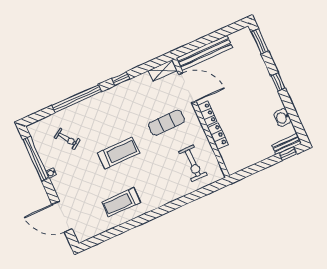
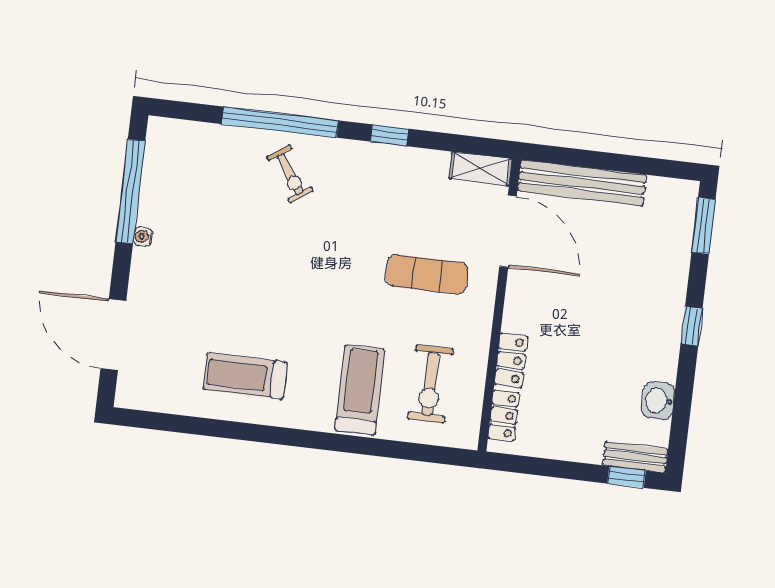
locker: (207, 114) -> (504, 415), moved
exercise bike: (67, 139) -> (290, 174), moved
treadmill: (118, 153) -> (360, 390), moved, turned -90

